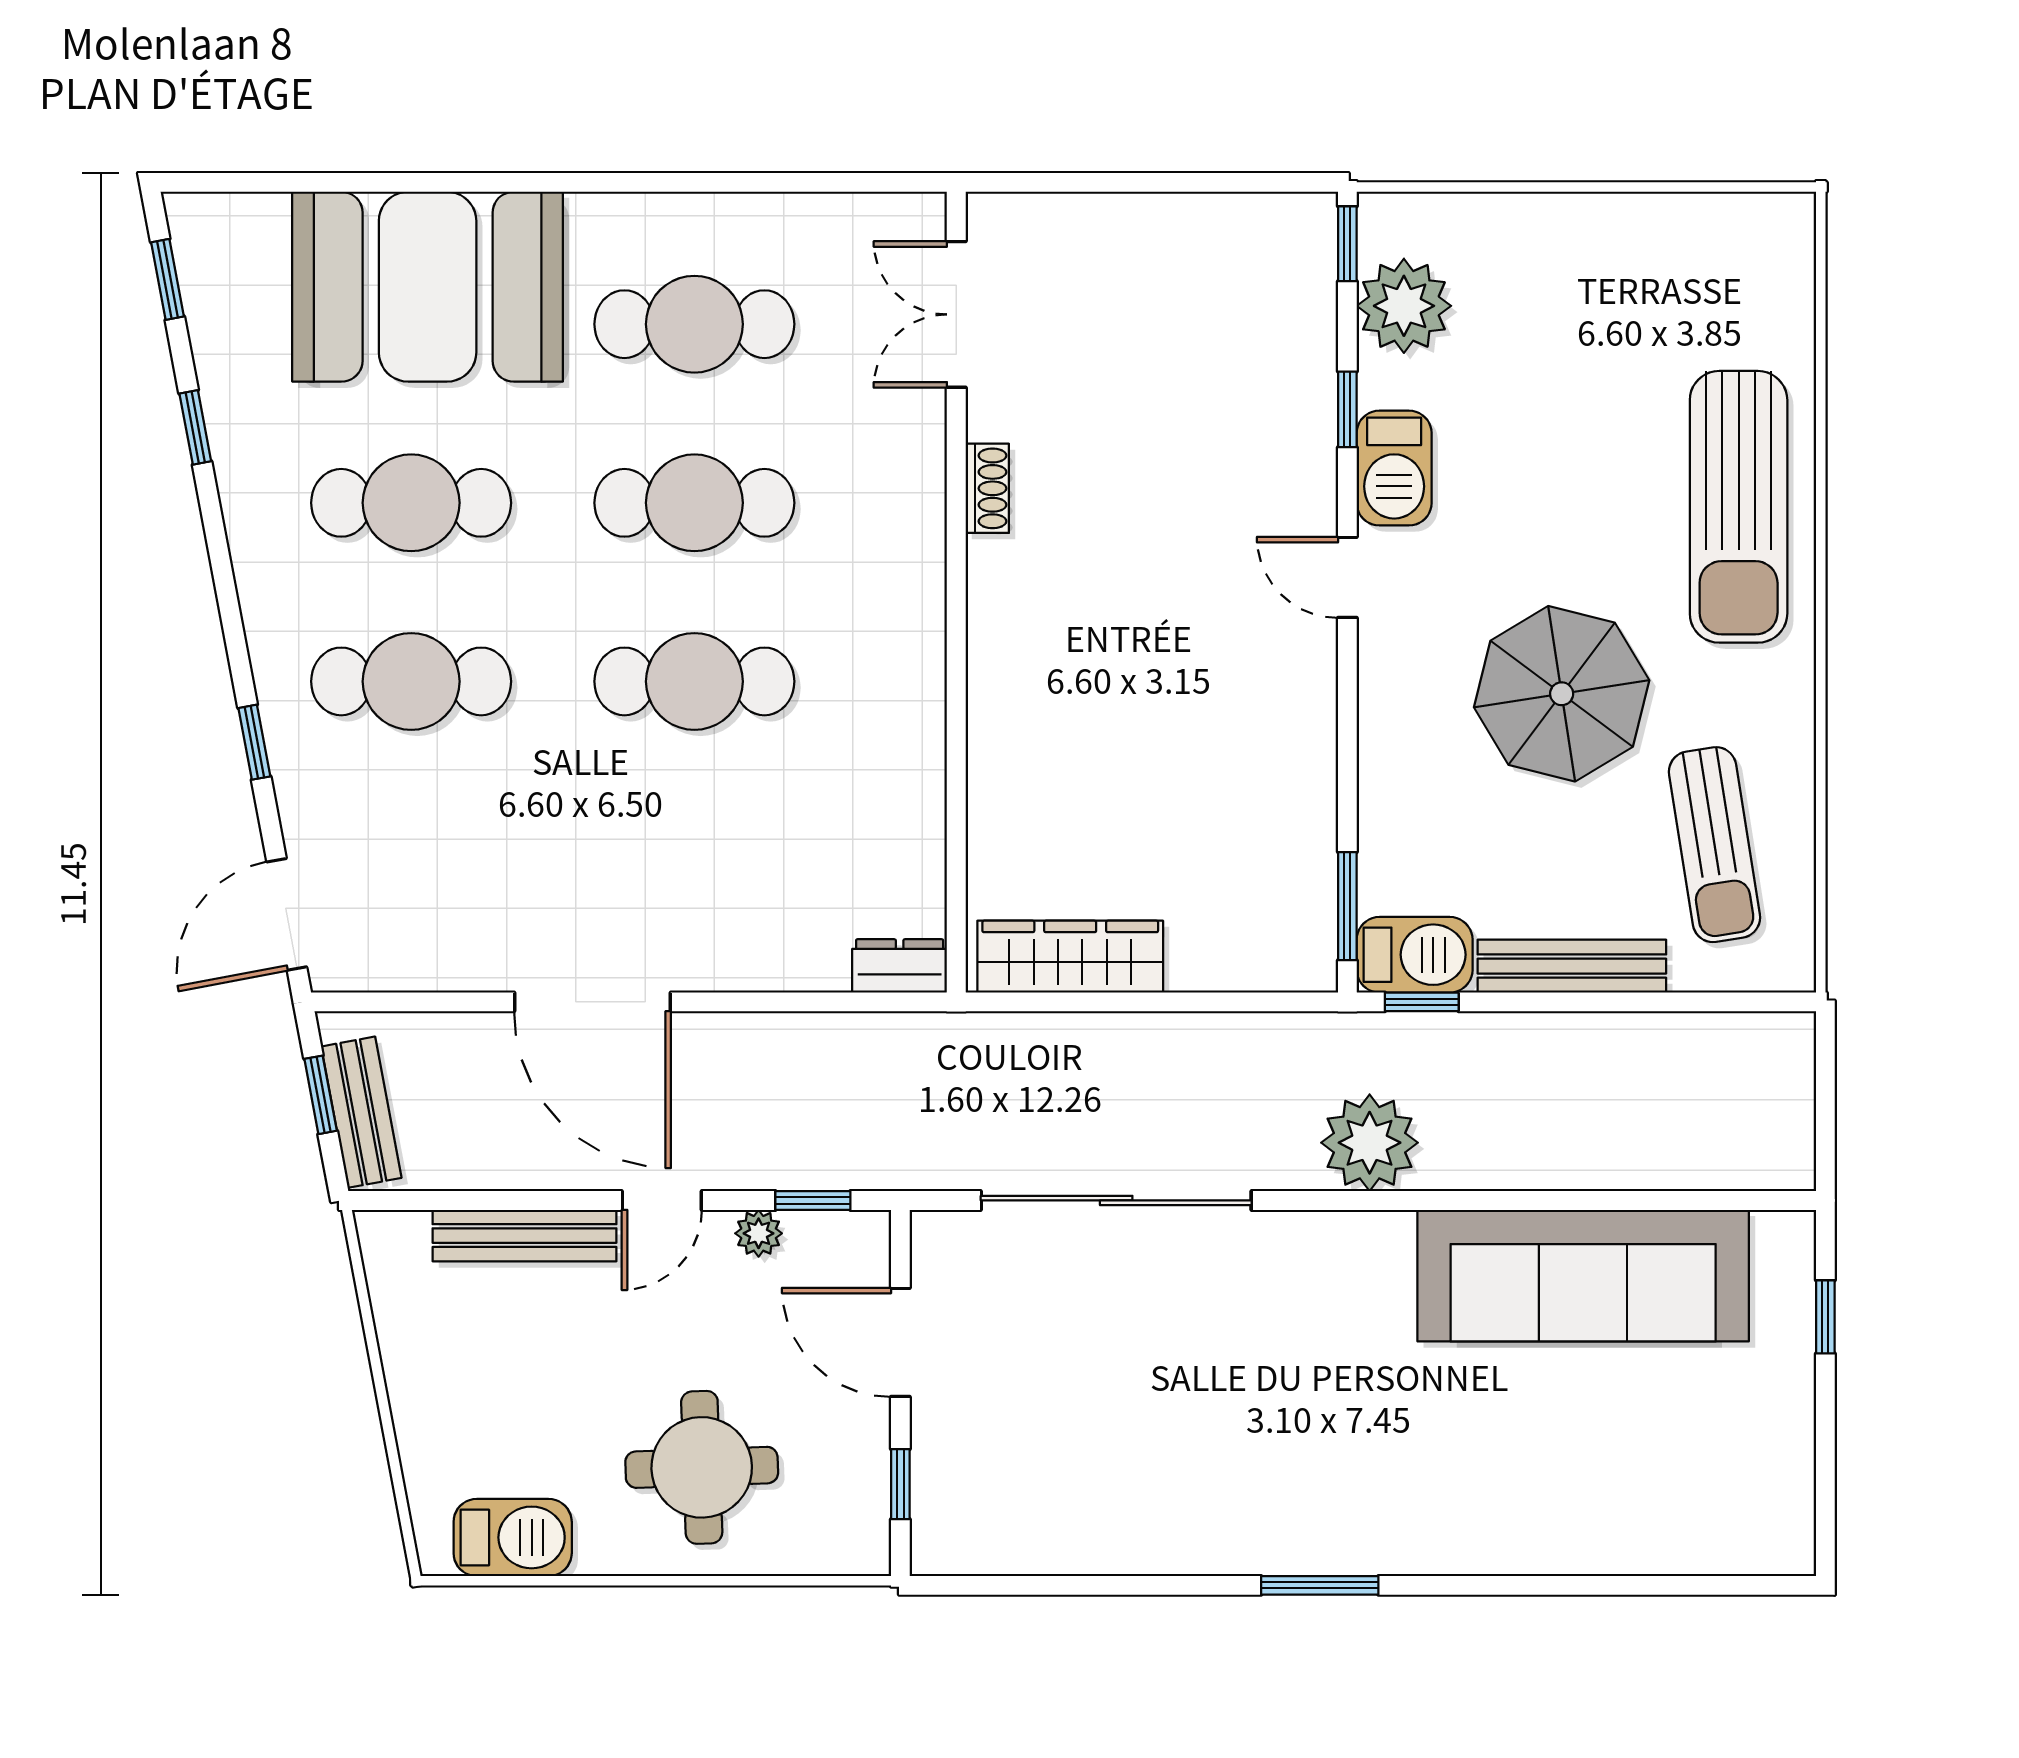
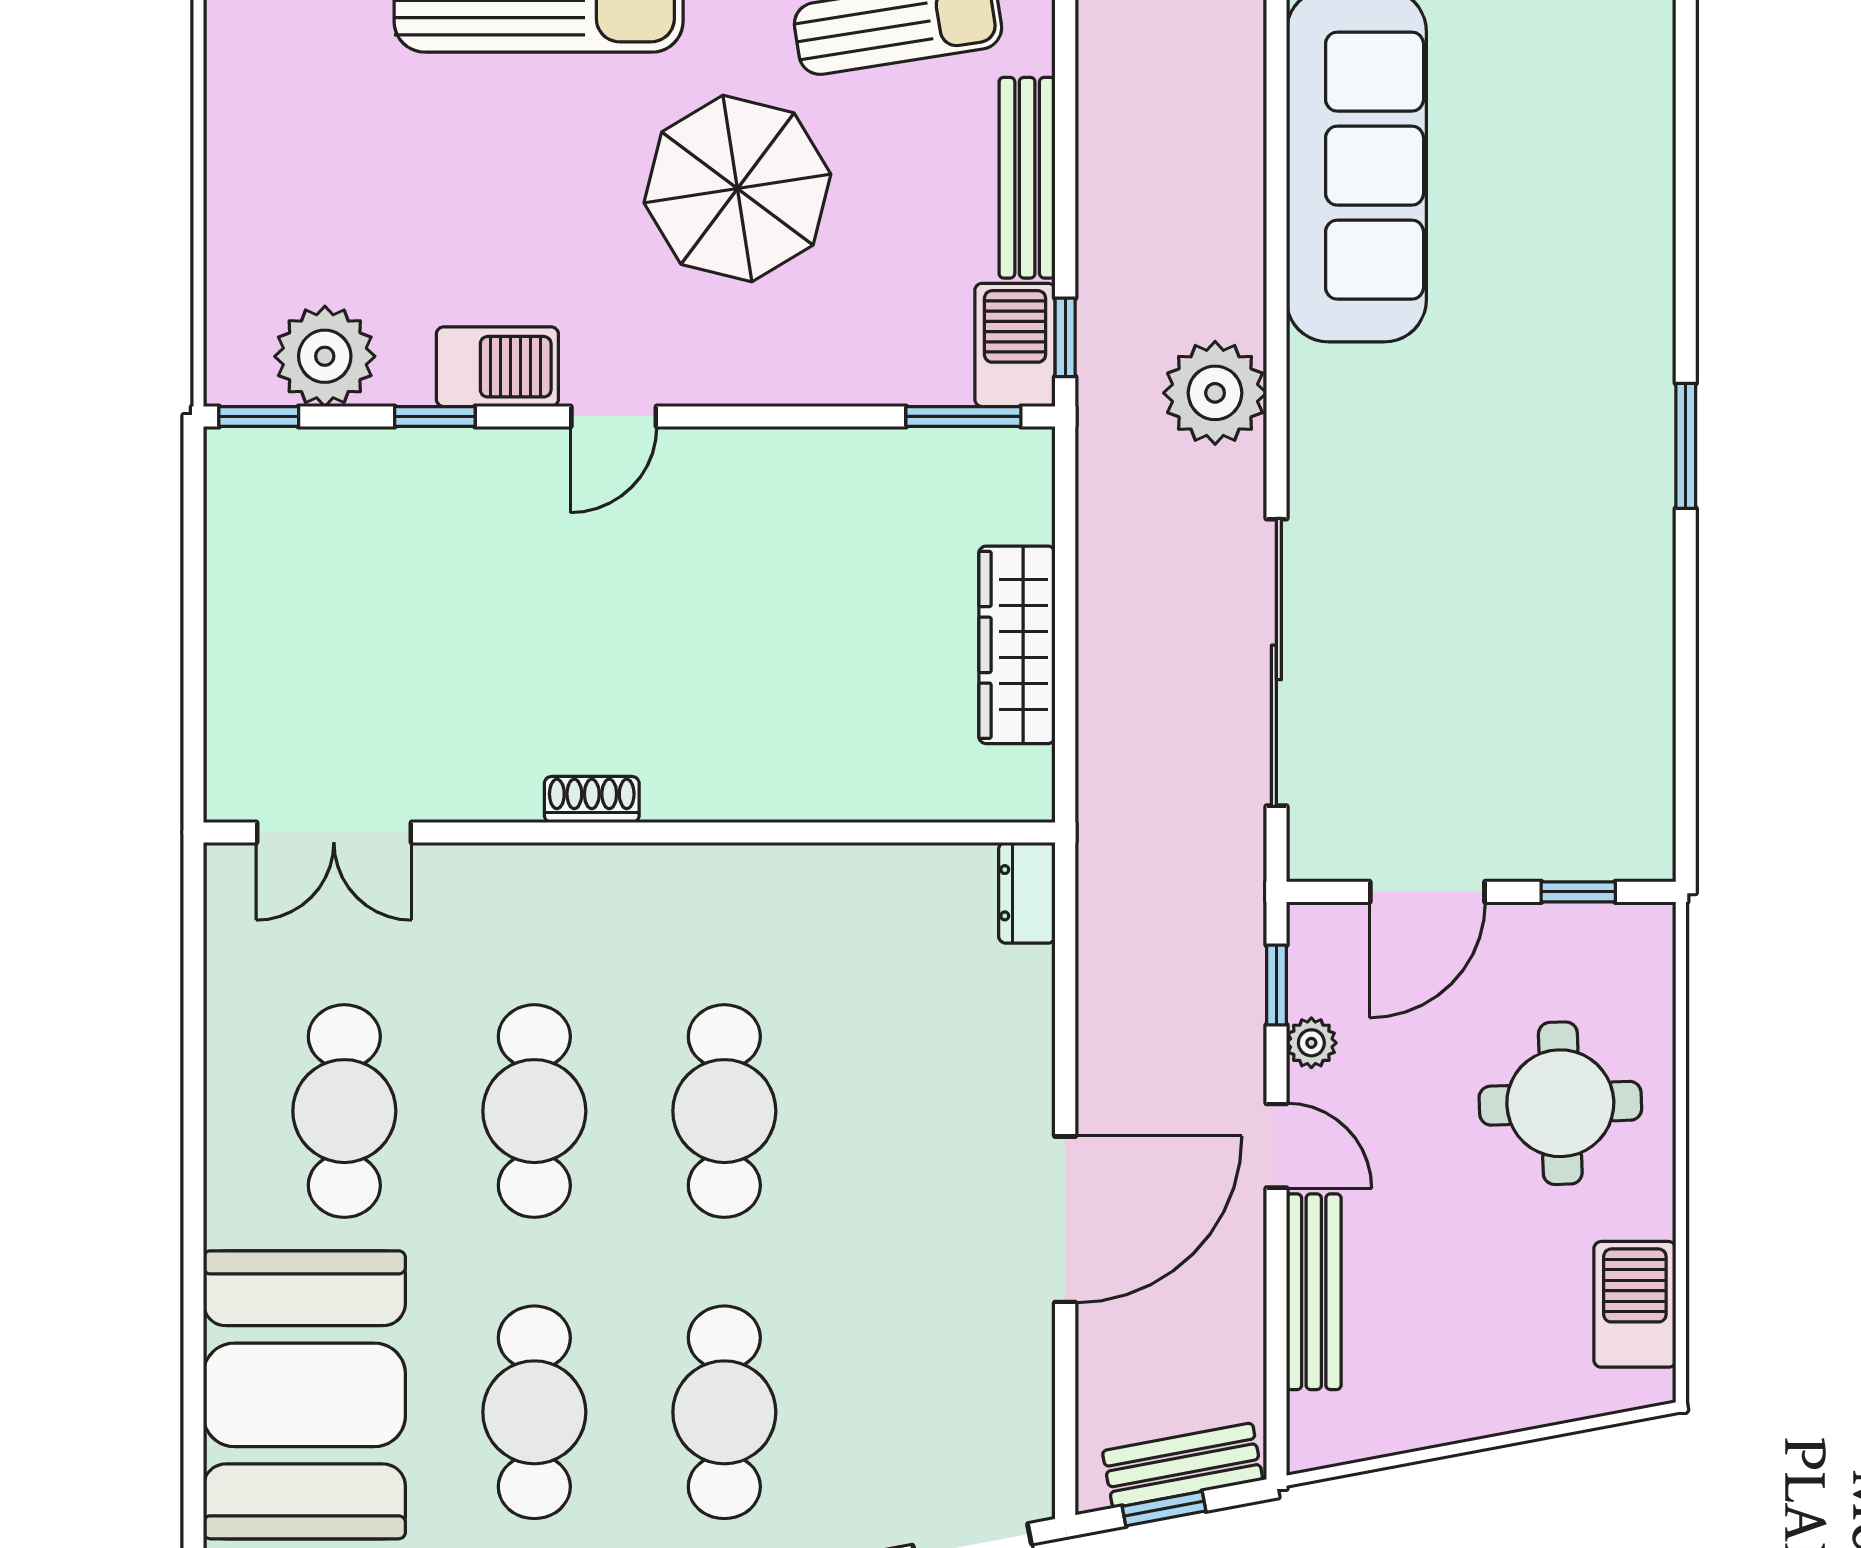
shoe rack: (987, 488) -> (592, 799), moved
wardrobe: (1070, 957) -> (1017, 645), moved

